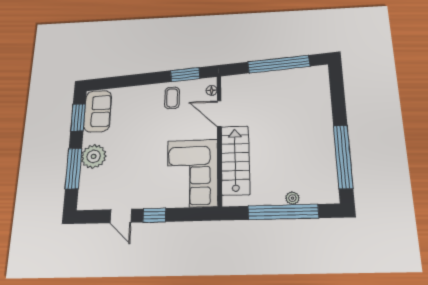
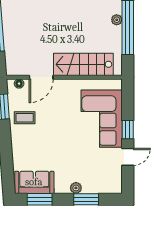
plant: (94, 156) -> (76, 188), width x0.53, depth x0.53
window: (74, 168) -> (86, 199), width x0.69
corner sofa: (192, 173) -> (102, 119), moved, turned 90

